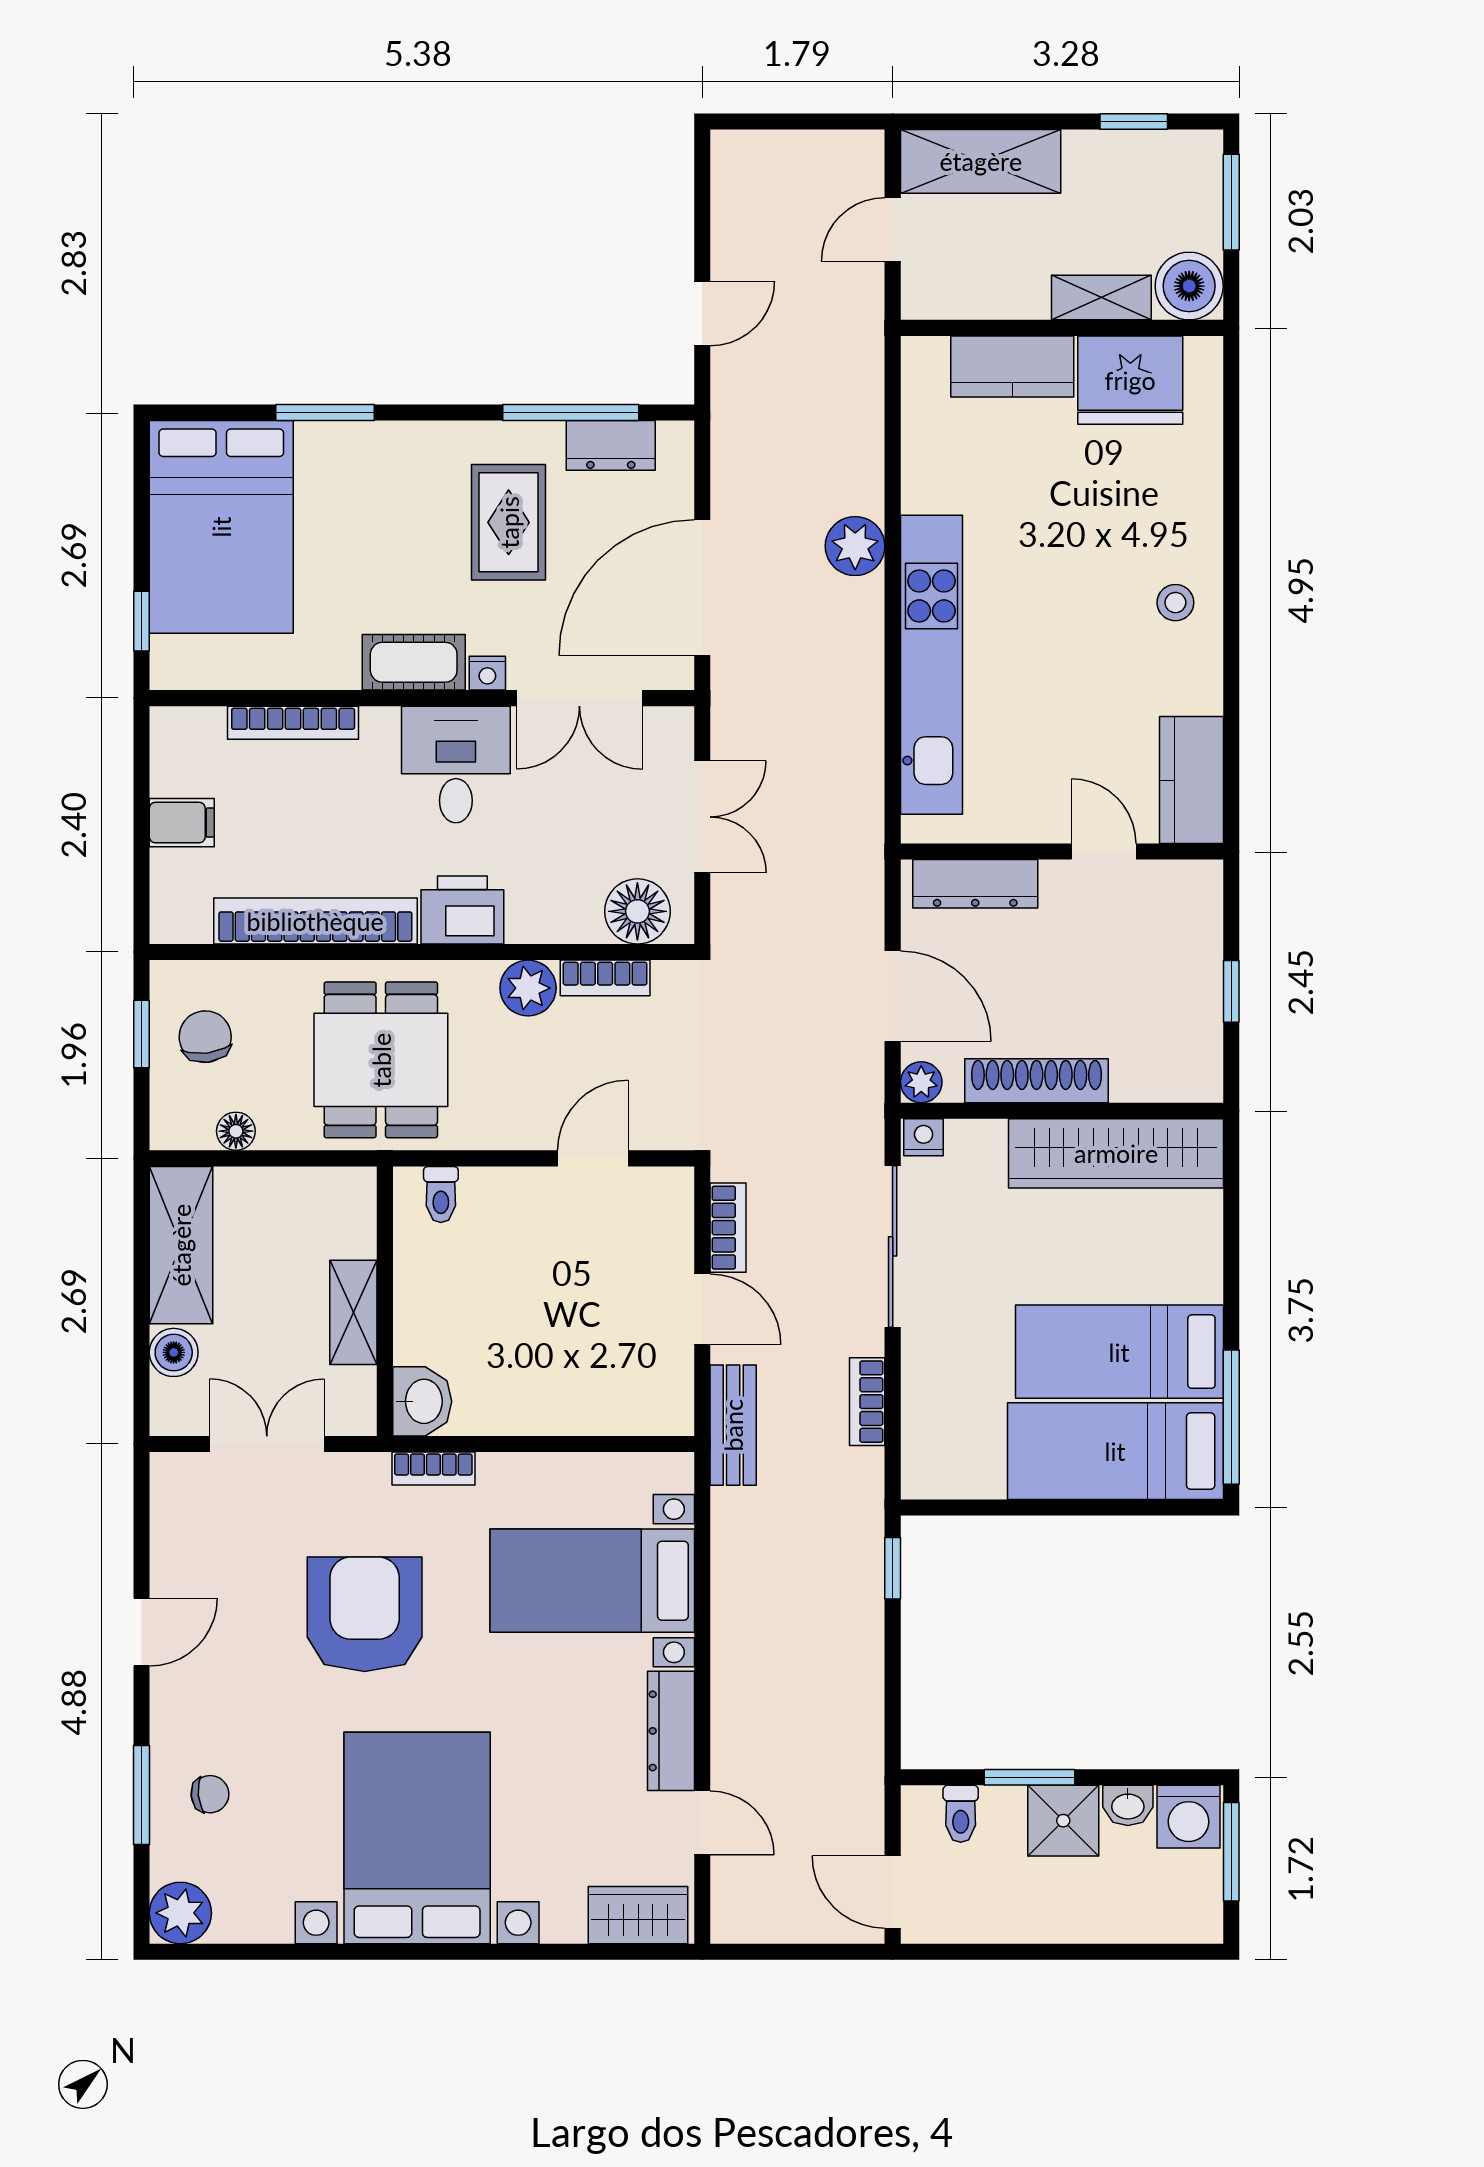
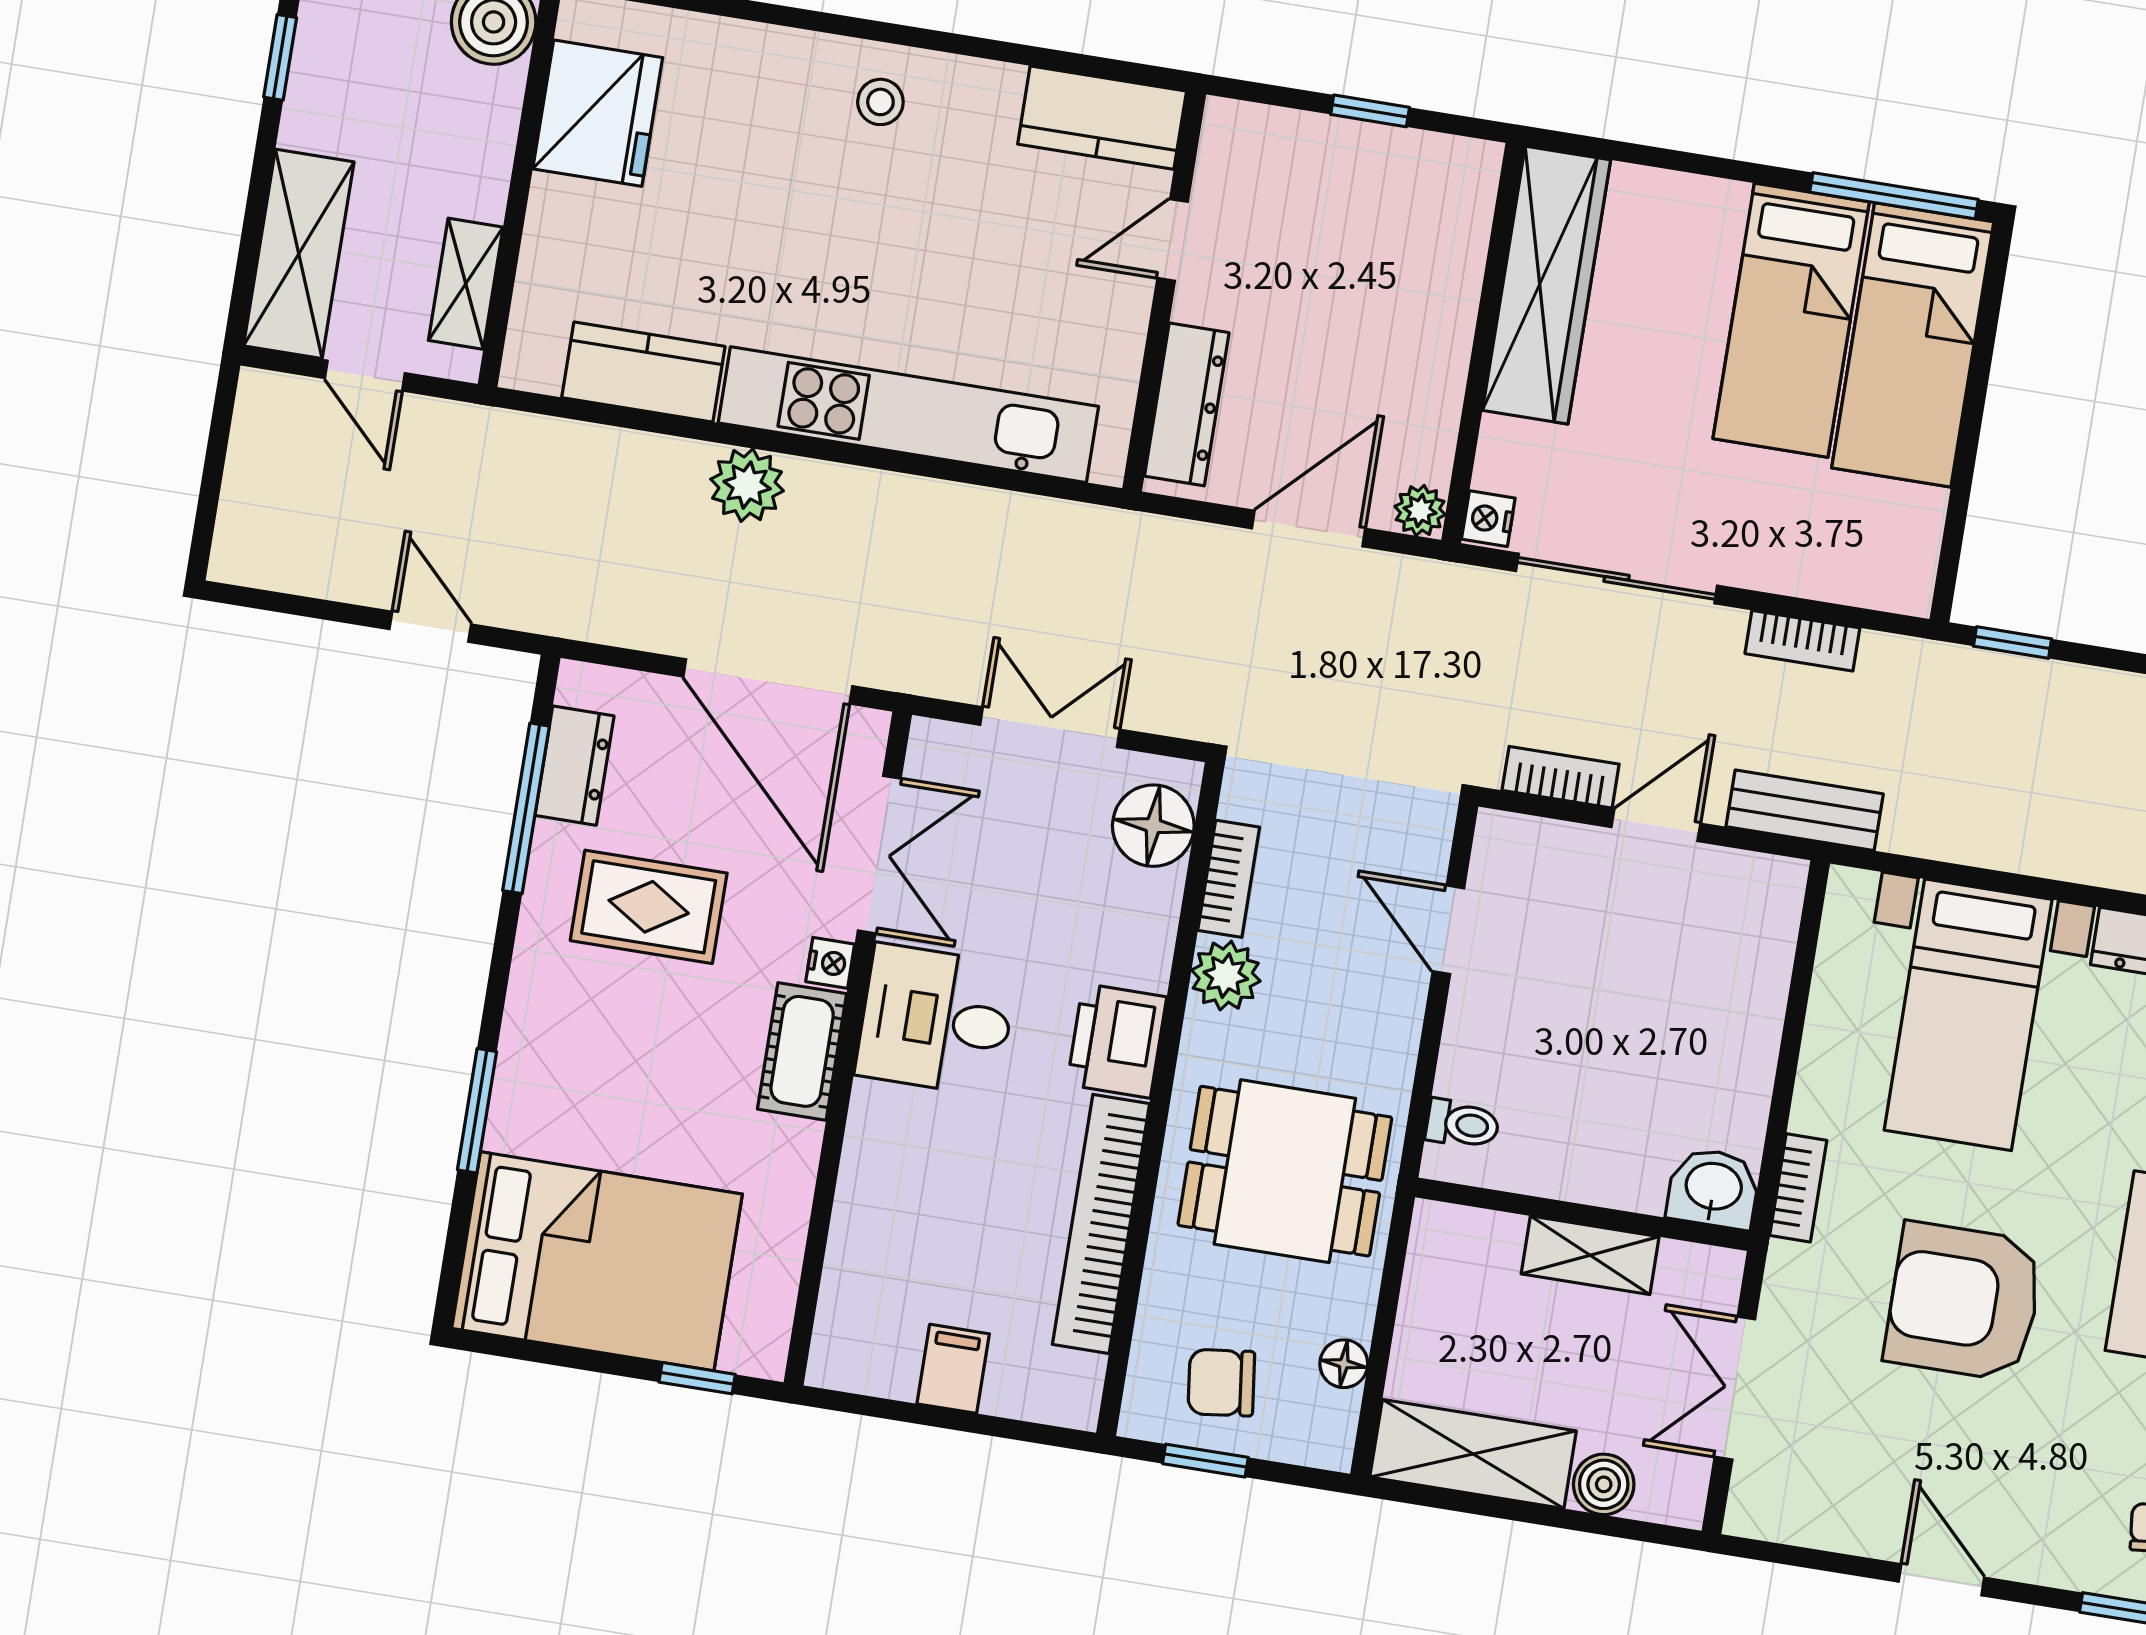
shelving: (1101, 298) -> (466, 284), moved
kitchen counter: (1012, 367) -> (643, 372), moved, turned -90
bookcase: (293, 723) -> (852, 1212), removed
shoe rack: (1036, 1081) -> (1441, 368), removed

